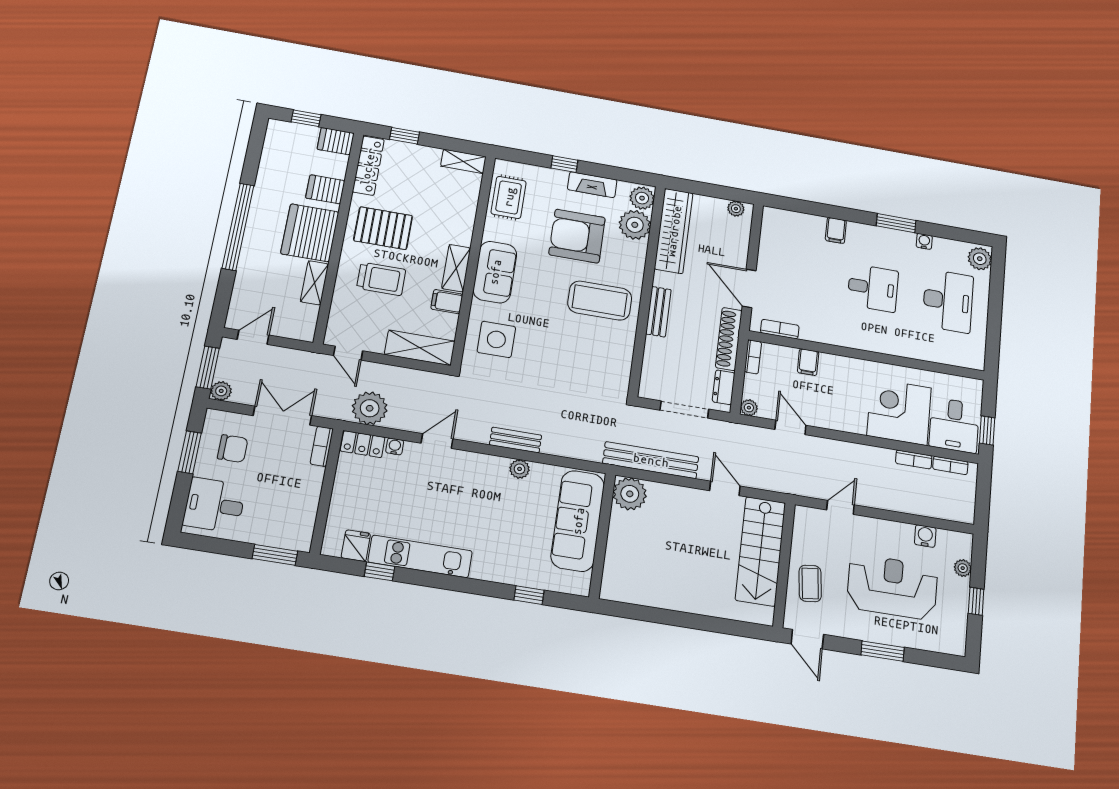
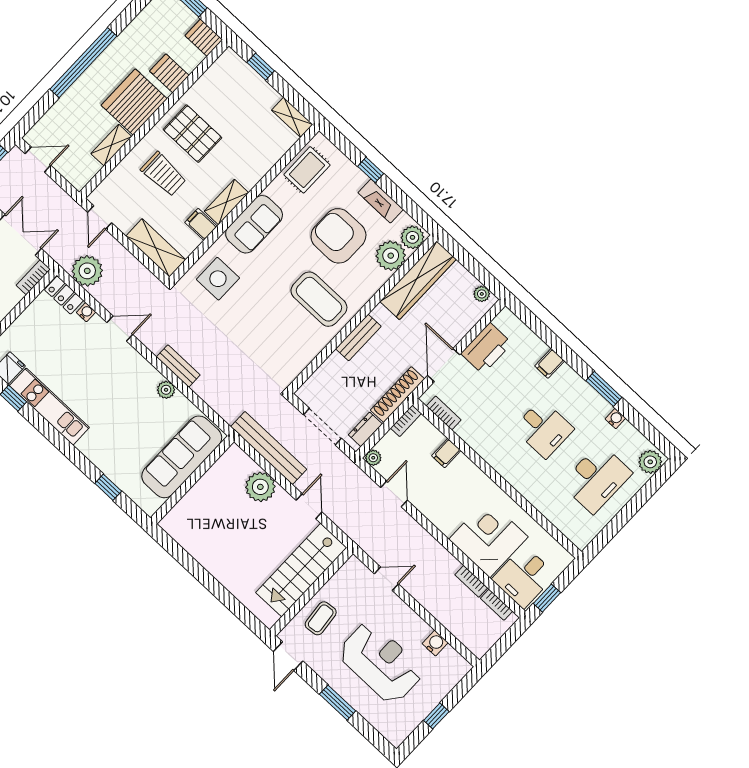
locker: (368, 166) -> (216, 74), removed
printer: (774, 251) -> (486, 348), added
plant: (630, 494) -> (260, 487), moved
plant: (963, 568) -> (445, 685), removed

